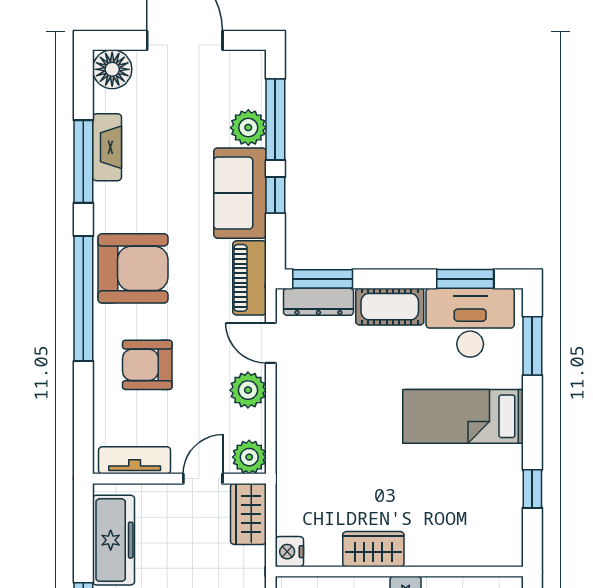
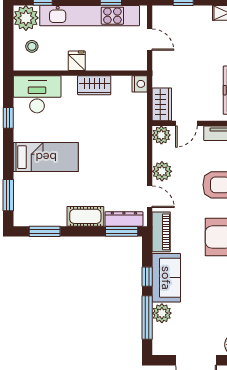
desk: (470, 323) -> (37, 94), moved, turned 180

